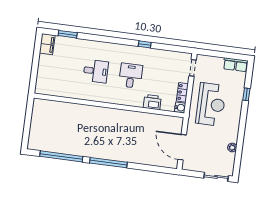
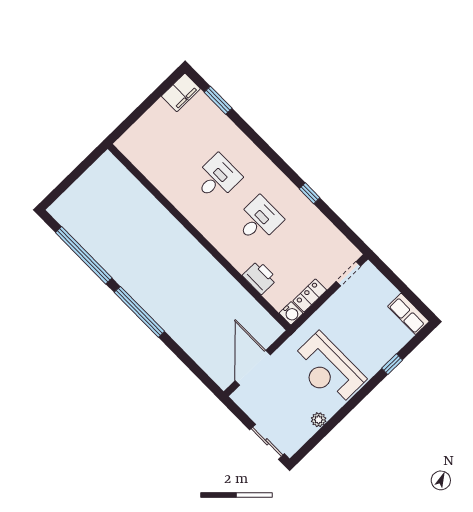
desk: (96, 71) -> (217, 178), turned -90
reception desk: (211, 104) -> (328, 370), moved, turned 90

